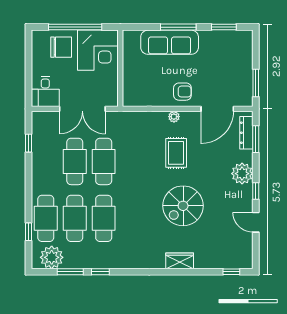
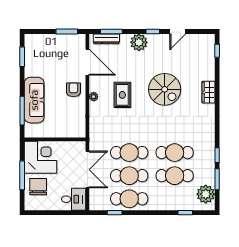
window: (75, 27) -> (22, 175), width x0.68
window: (178, 27) -> (22, 111), moved
rug: (176, 153) -> (122, 95), turned 90
cafe table: (46, 218) -> (129, 199), moved

